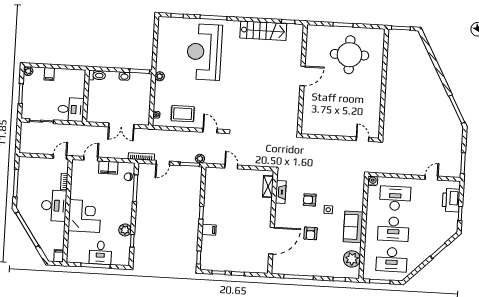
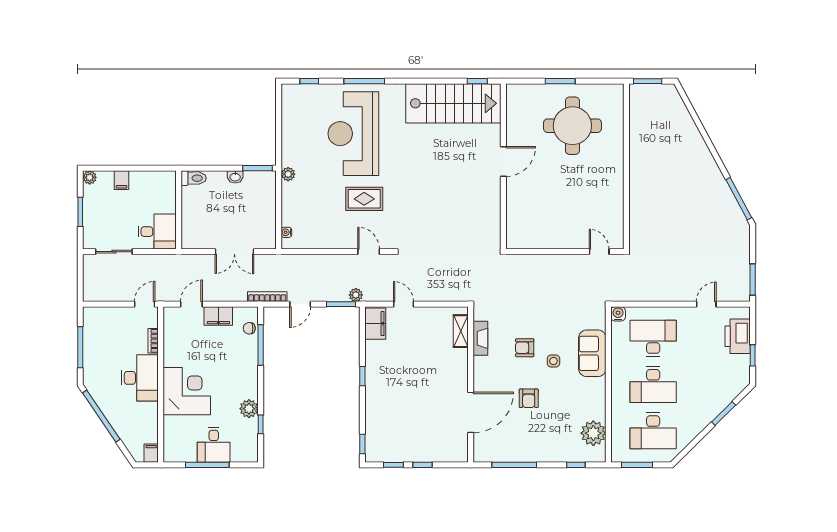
stairs: (263, 31) -> (453, 103), width x1.36, depth x1.51
rug: (183, 114) -> (364, 199), moved
sofa: (353, 227) -> (592, 353), moved
filing cabinet: (209, 230) -> (375, 324), moved, width x2.00

